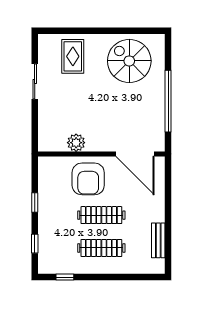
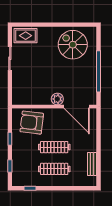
rug: (73, 56) -> (26, 36), moved, turned 90
plant: (76, 143) -> (57, 99), moved
armchair: (88, 179) -> (32, 123), moved, turned 97

